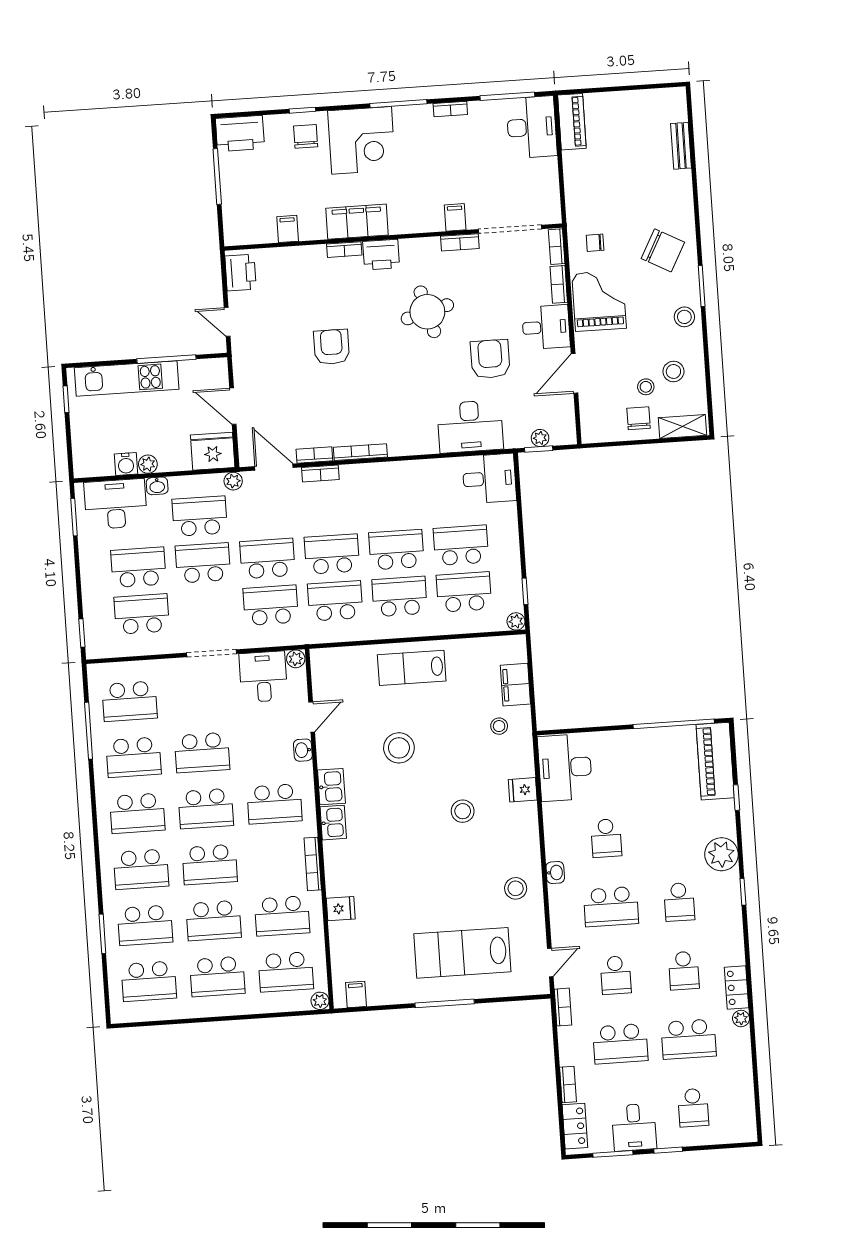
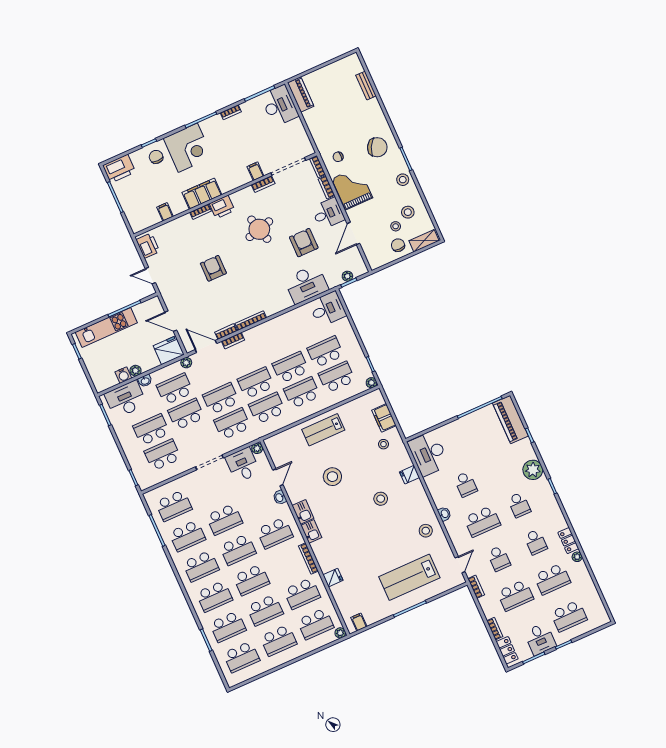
school desk: (693, 1108) -> (569, 616), width x1.85

